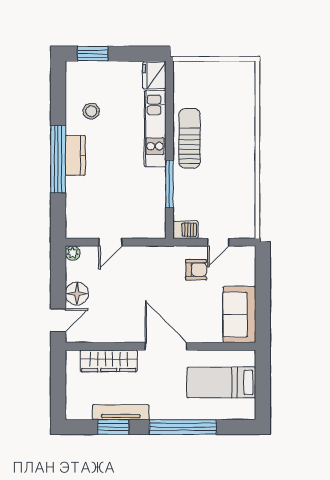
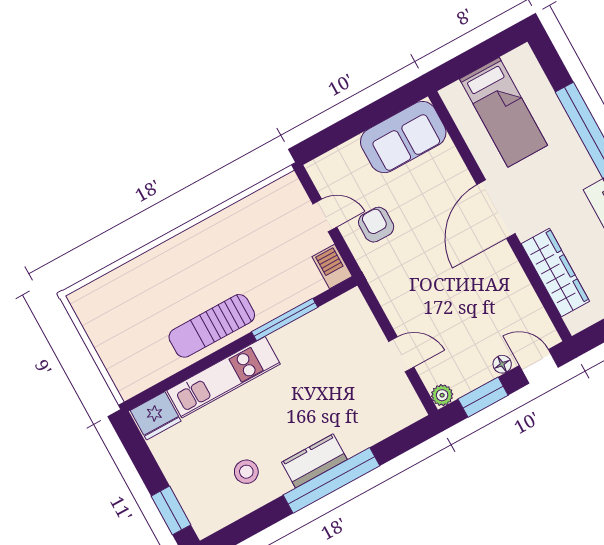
window: (58, 277) -> (483, 397), added
floor lamp: (77, 294) -> (502, 364), width x0.53, depth x0.53

